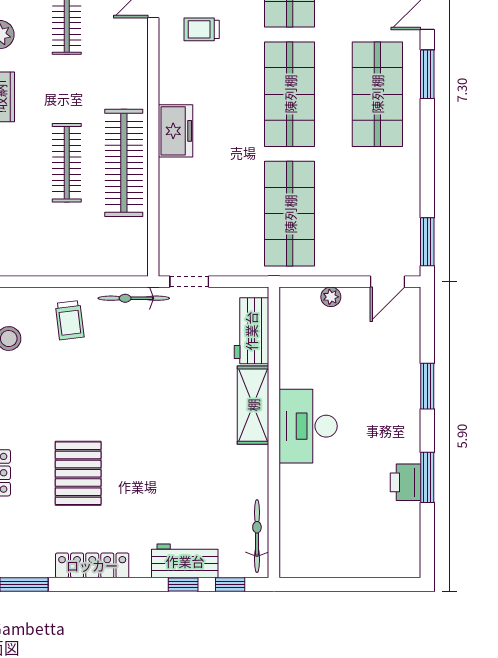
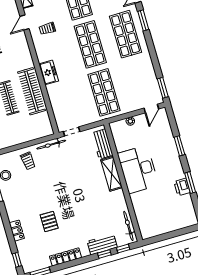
desk: (308, 426) -> (138, 169), width x1.36, depth x1.30
pallet: (78, 473) -> (49, 221), width x0.67, depth x0.71

